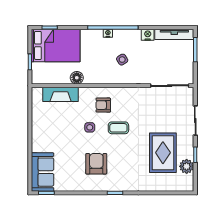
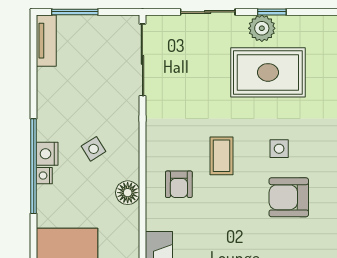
tv unit: (174, 34) -> (46, 41), width x0.71
nightstand: (148, 35) -> (47, 154), moved
floor lamp: (77, 78) -> (128, 193), moved
side table: (90, 127) -> (279, 149), moved
plant: (187, 166) -> (262, 28), moved

